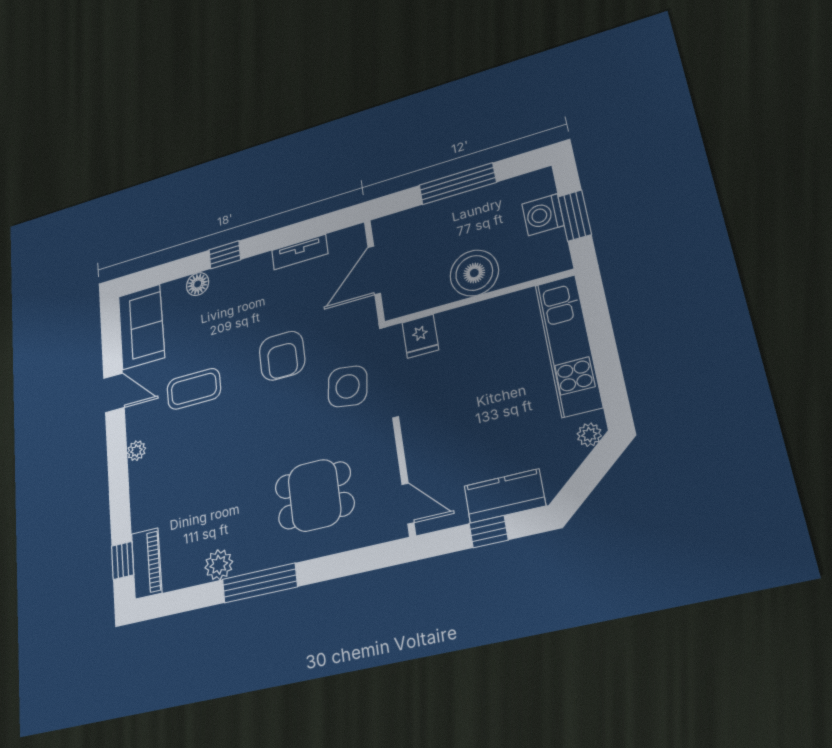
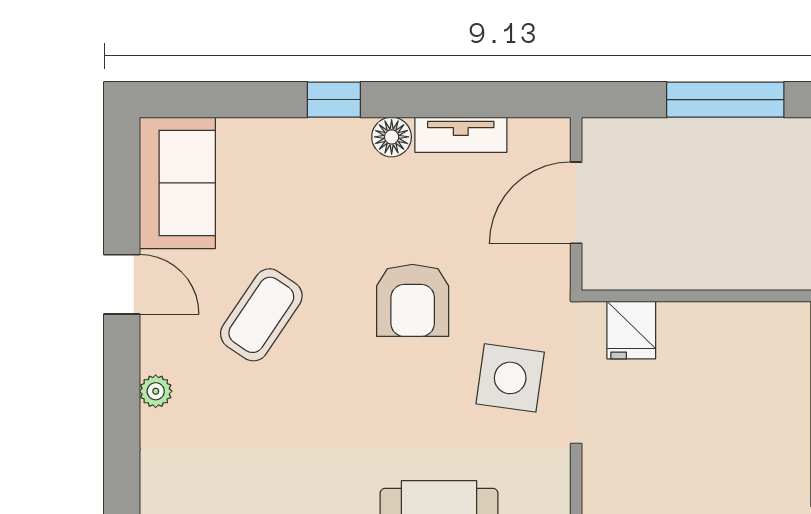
boiler: (474, 273) -> (727, 254), removed
floor lamp: (198, 284) -> (392, 137), moved
coffee table: (194, 389) -> (261, 315), turned -56

